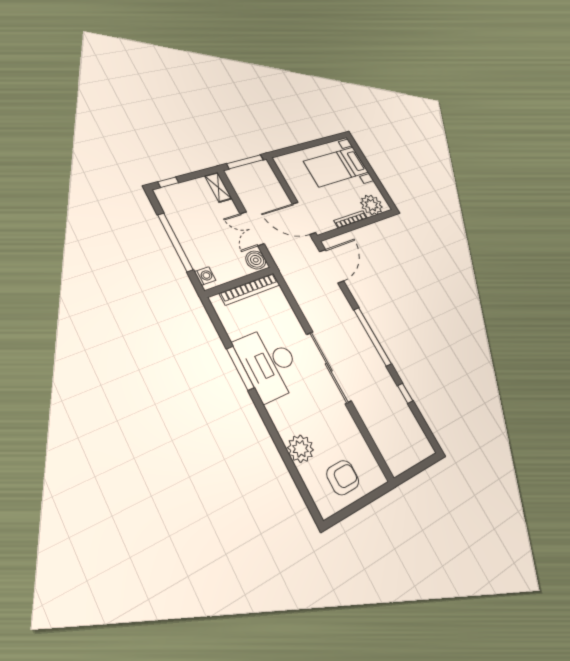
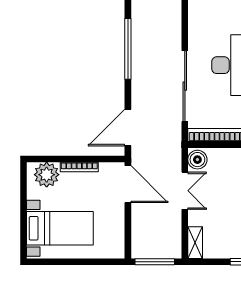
sliding door: (329, 367) -> (185, 86), moved

